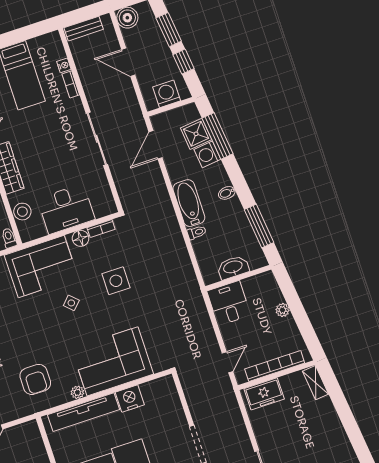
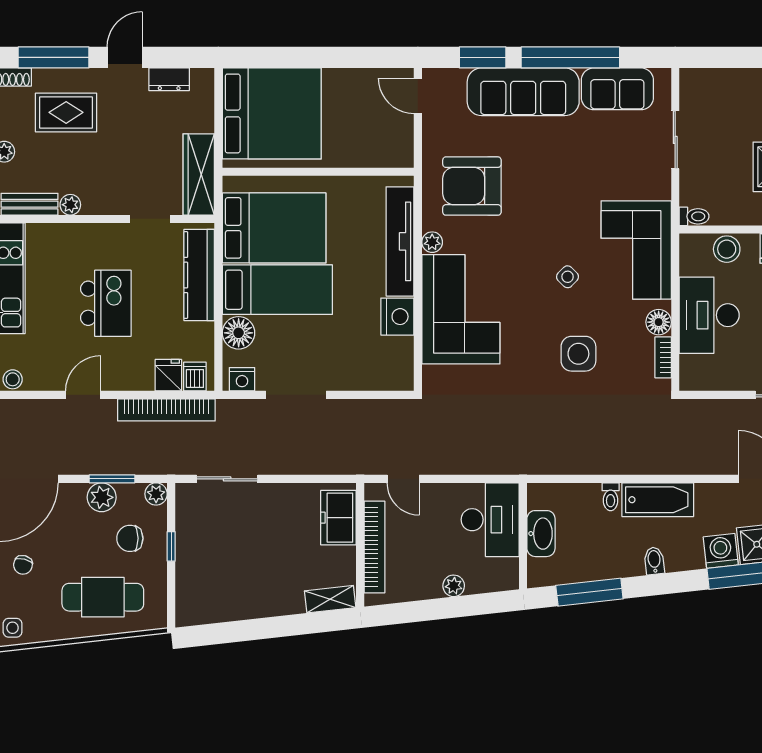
desk: (229, 303) -> (490, 520), width x1.37
armchair: (35, 379) -> (472, 186), width x1.36, depth x1.36

